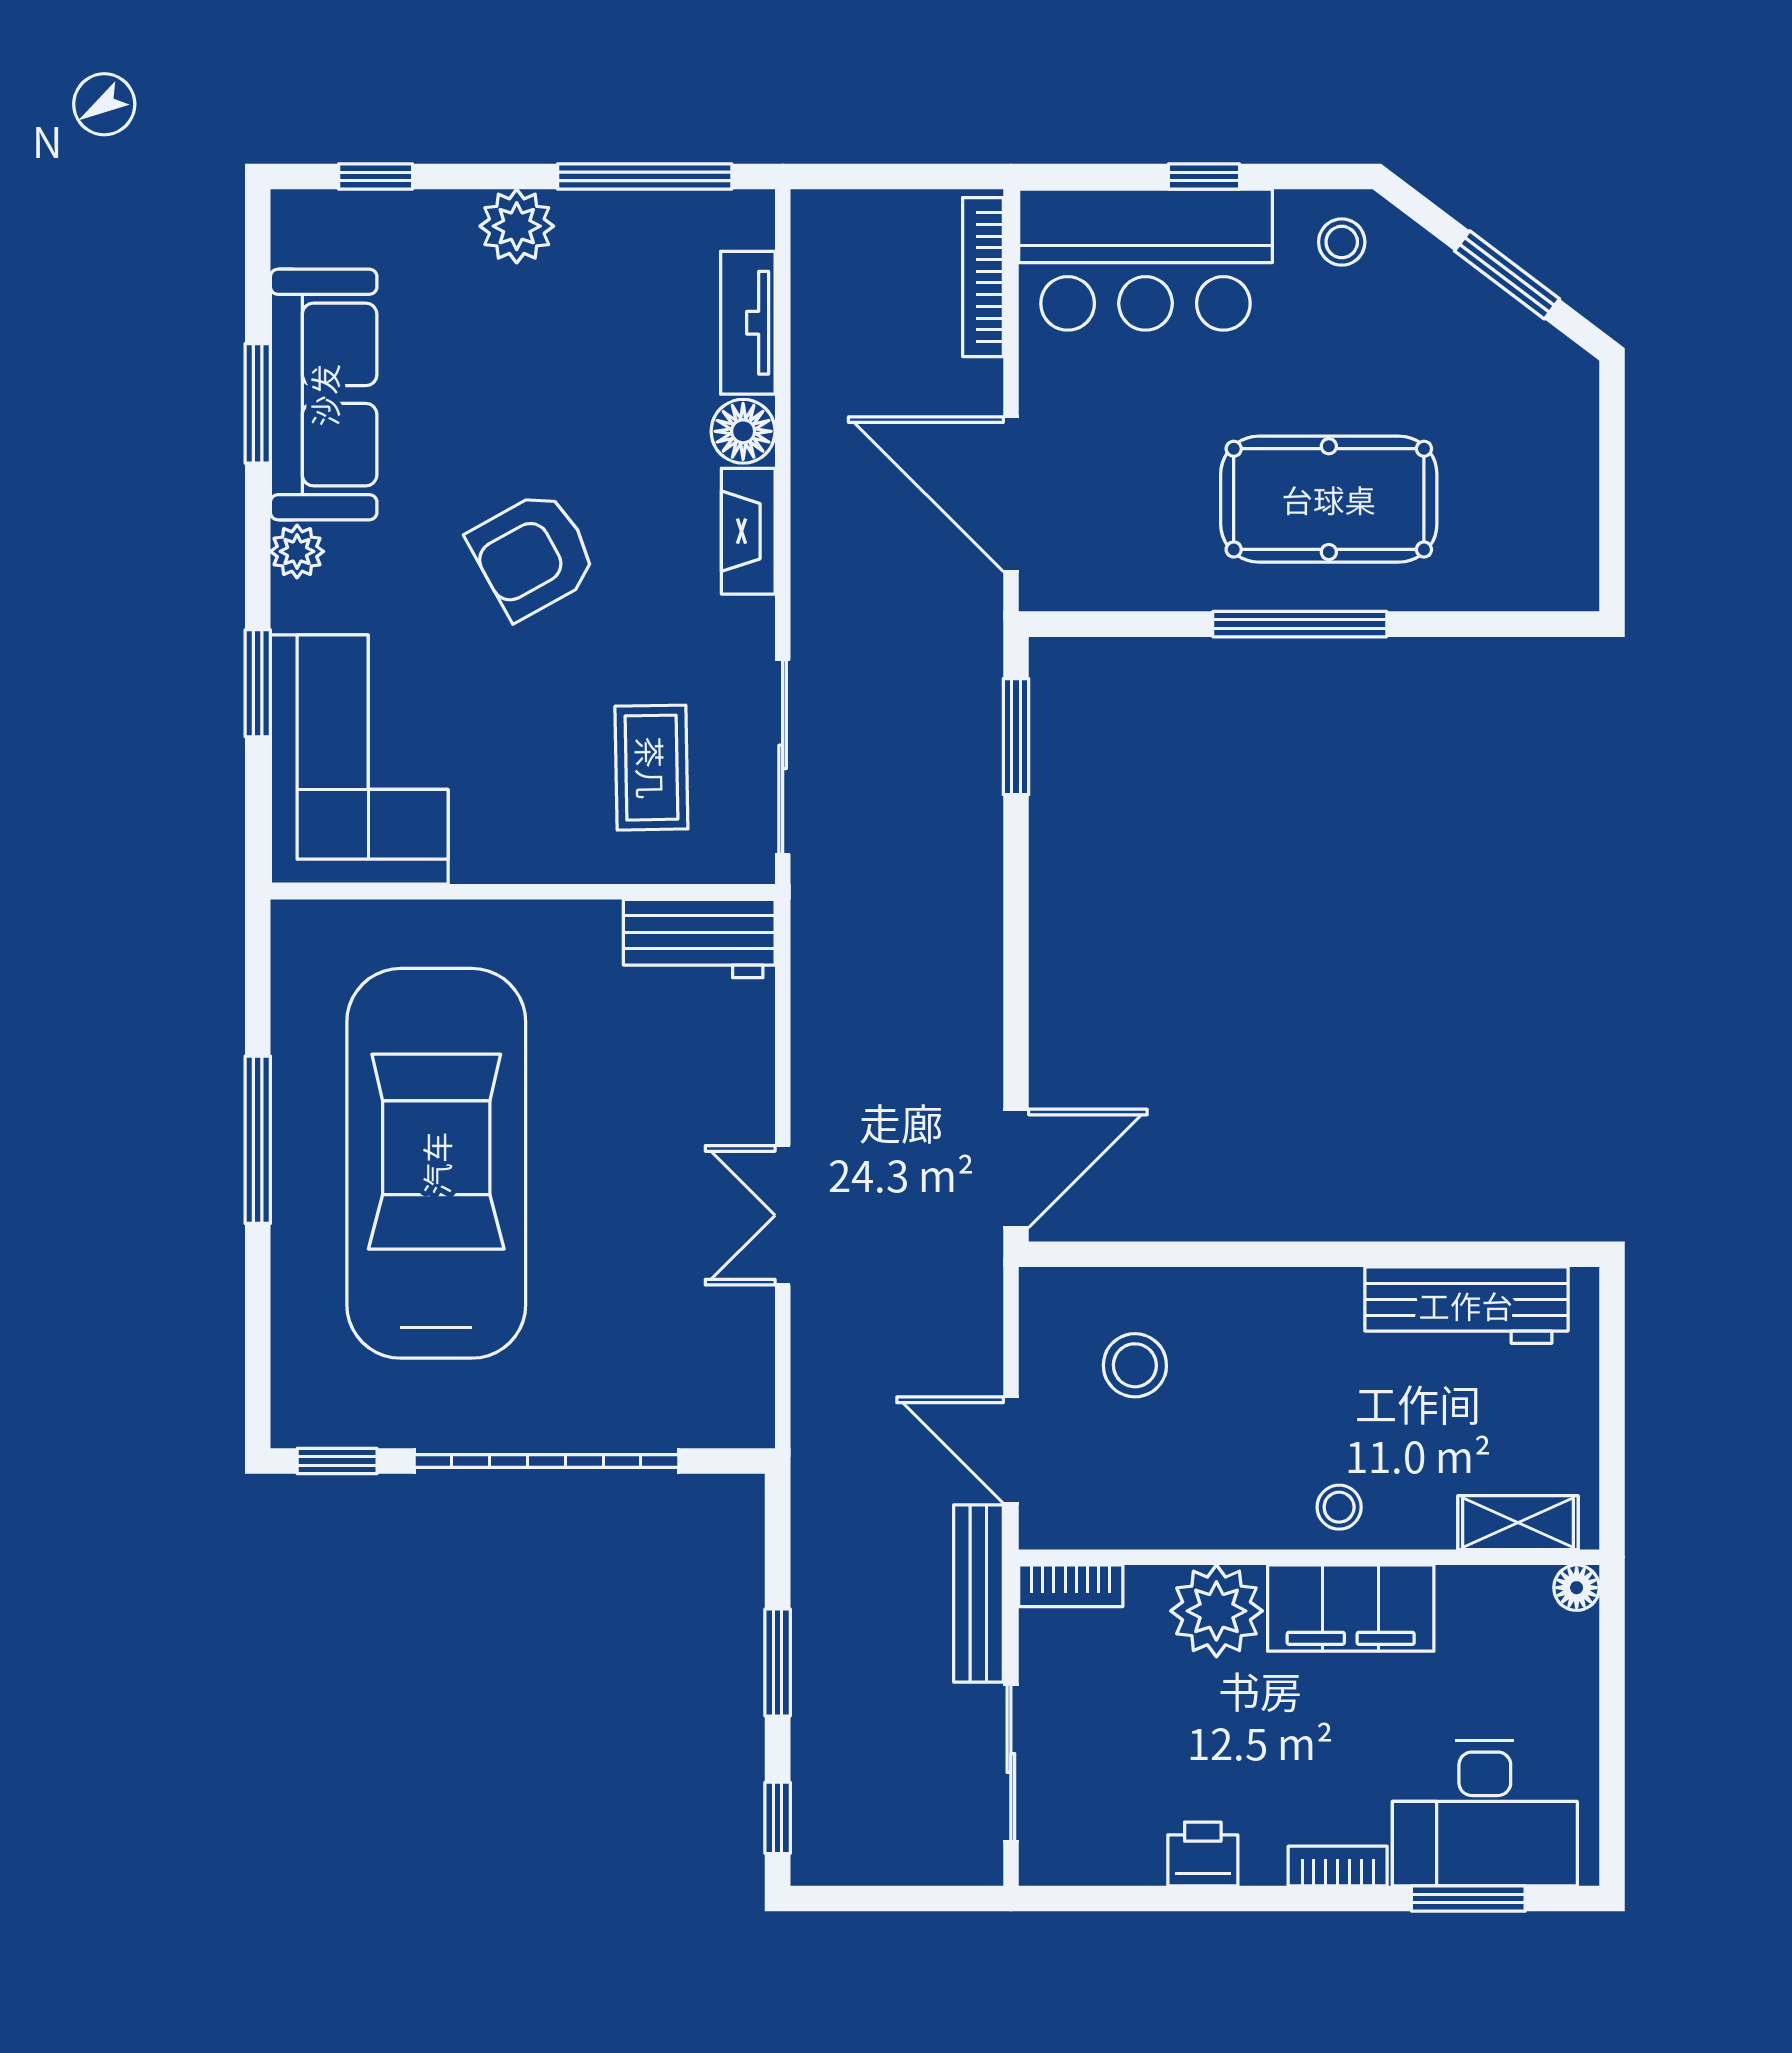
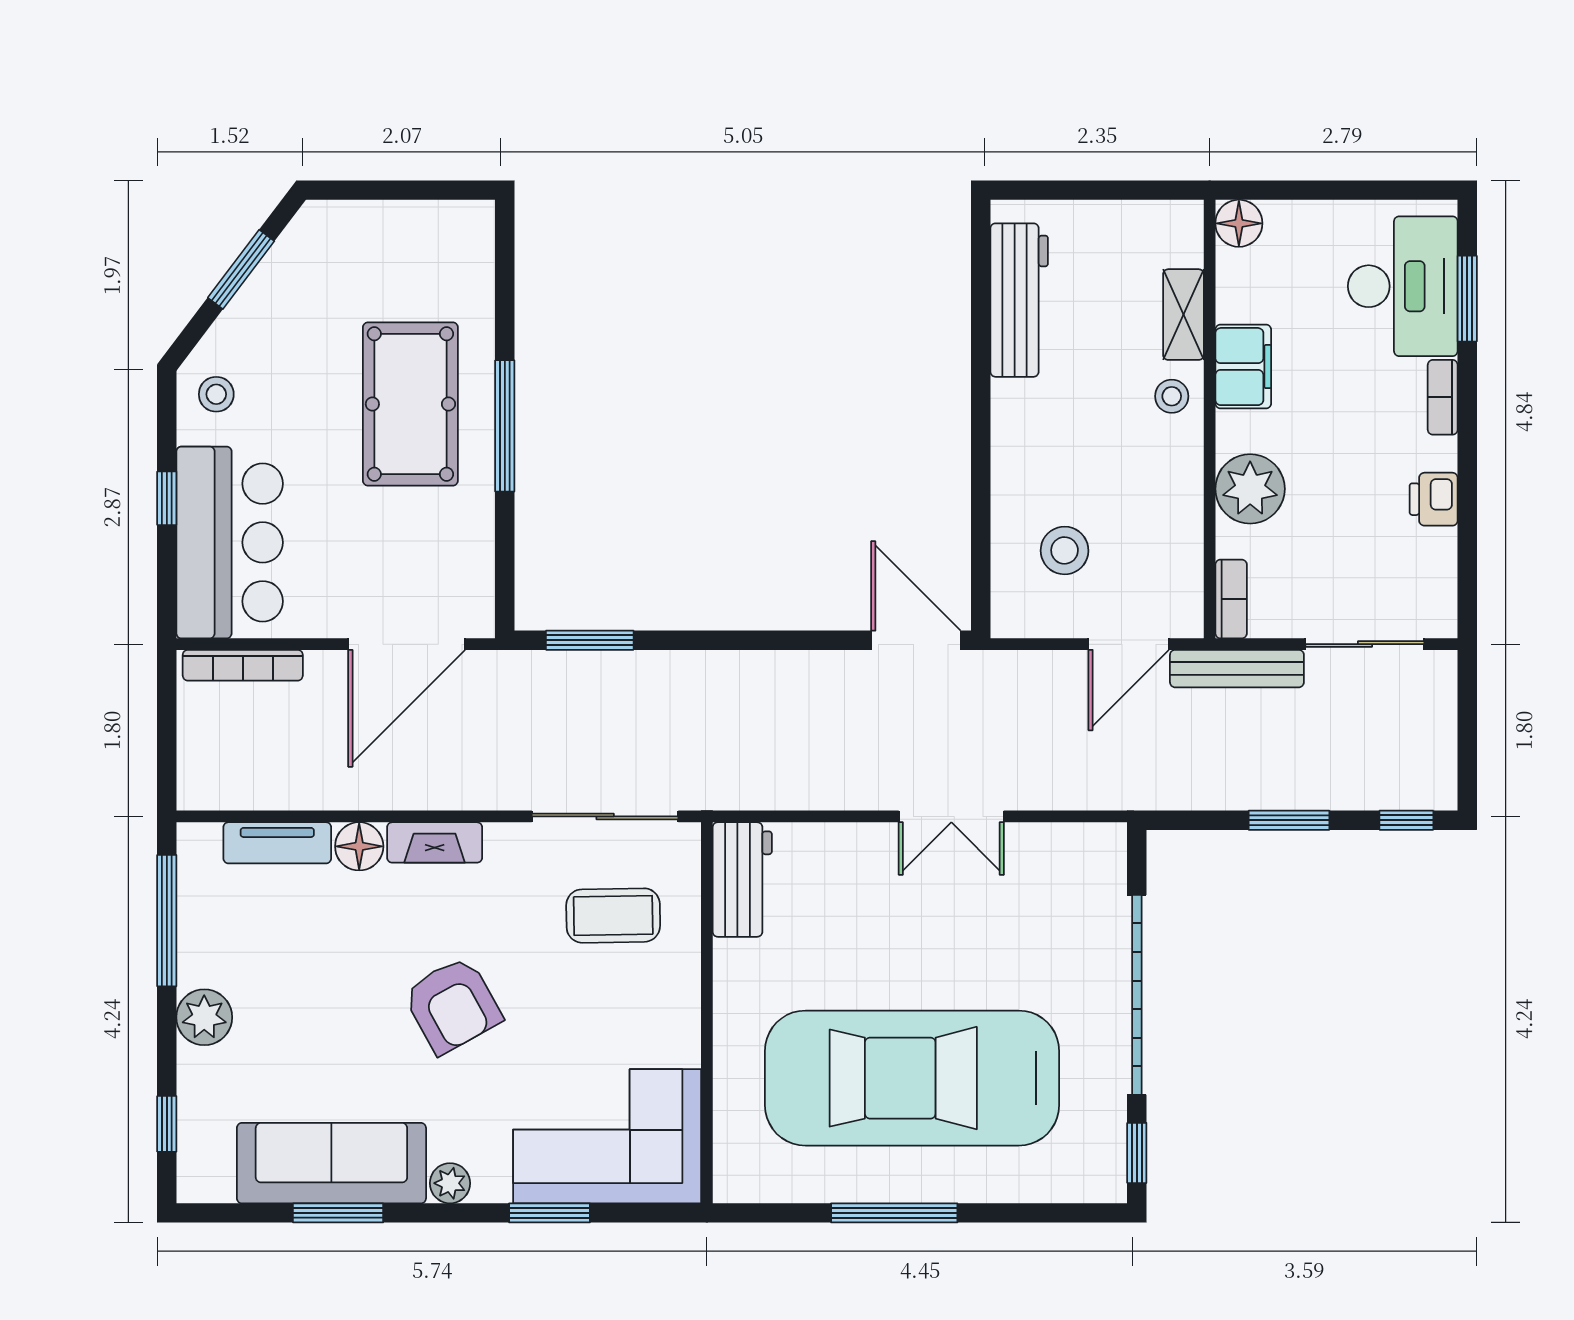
shelving: (1518, 1523) -> (1183, 315), moved
floor lamp: (1577, 1588) -> (1239, 223), width x1.37, depth x1.37
filing cabinet: (1351, 1608) -> (1243, 367), width x0.67, depth x0.86

